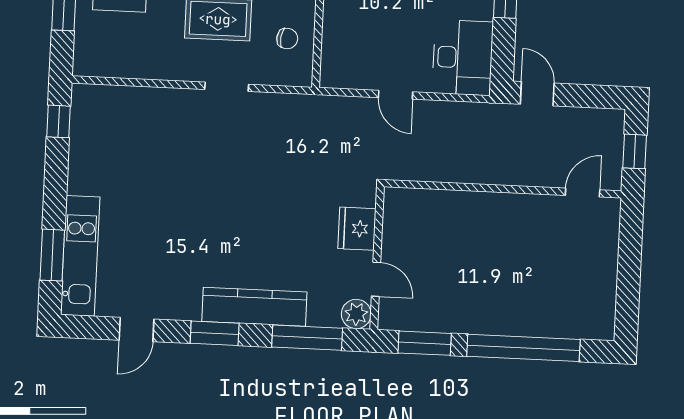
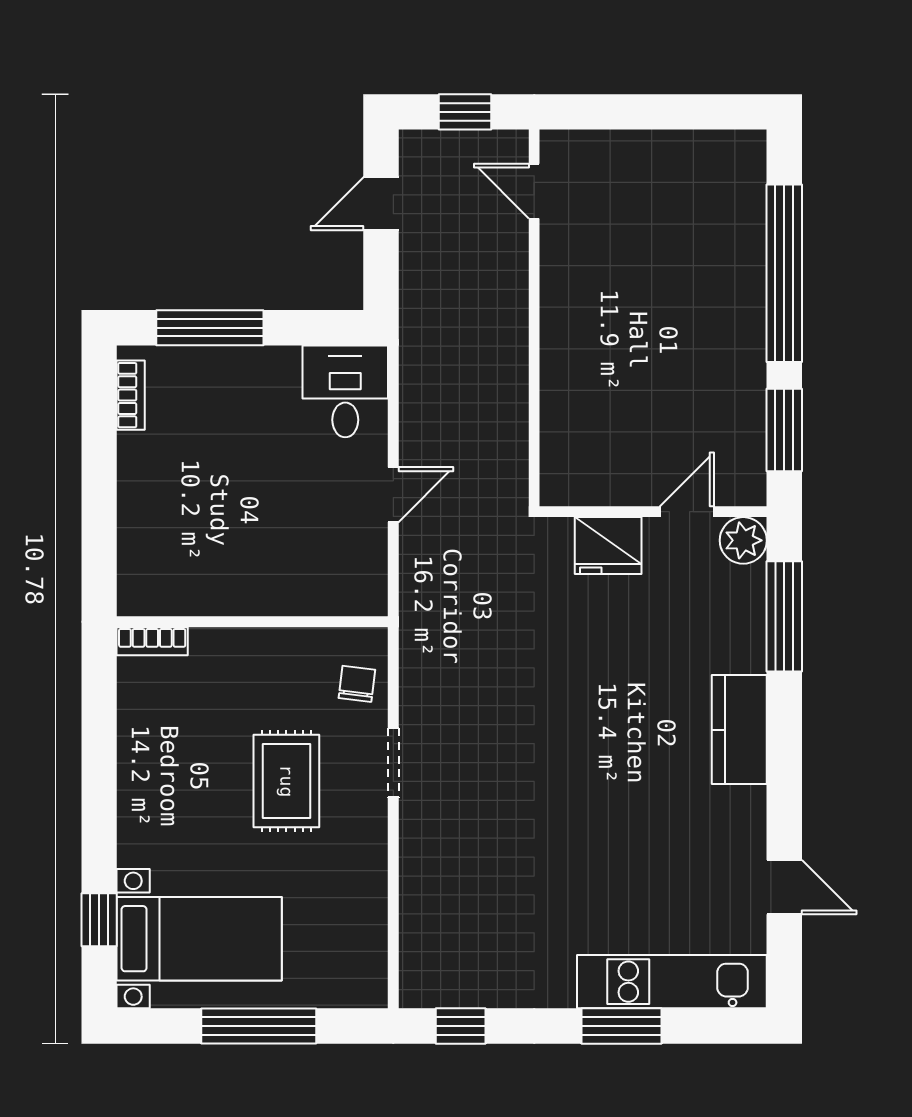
chair: (287, 39) -> (357, 684), moved
desk: (463, 58) -> (345, 391), width x0.73
door: (537, 94) -> (381, 204), moved
window: (52, 255) -> (621, 1026), moved
kitchen counter: (254, 307) -> (739, 730), width x0.67
window: (215, 333) -> (784, 763), removed

